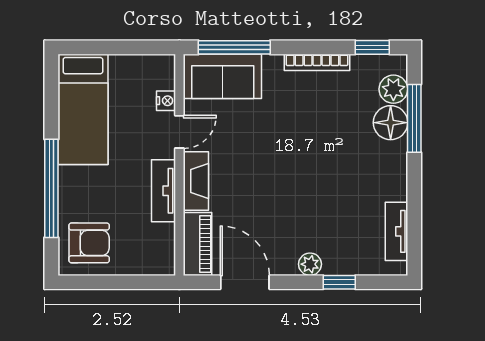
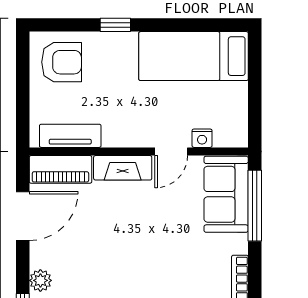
door: (179, 132) -> (171, 151), hinge flipped
window: (51, 188) -> (115, 25), width x0.32
tv unit: (164, 191) -> (70, 136), moved
armchair: (89, 243) -> (62, 62), turned -90

